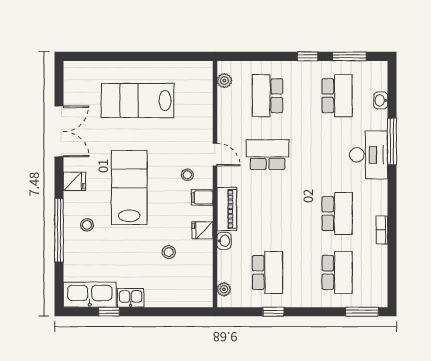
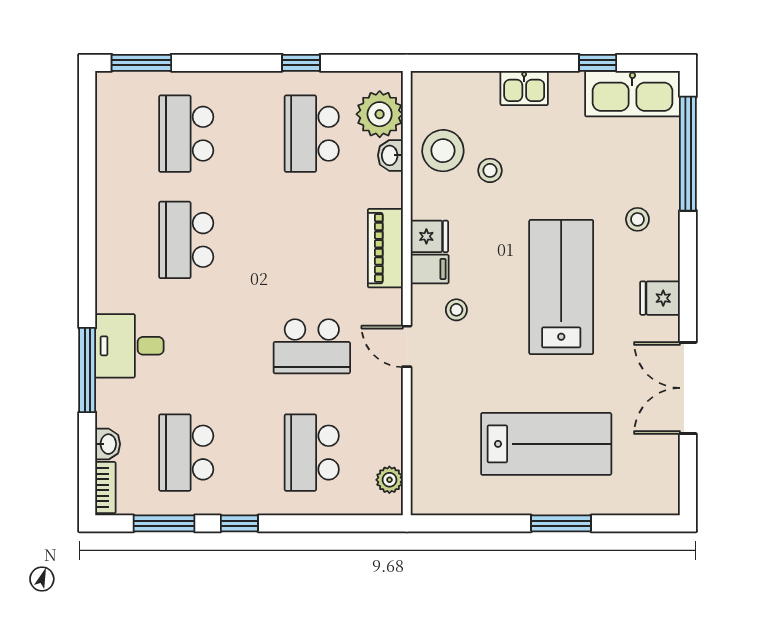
window: (129, 56) -> (561, 523), added
school desk: (267, 96) -> (312, 453), turned 180
desk: (369, 155) -> (129, 346), width x0.73
lab bench: (129, 187) -> (561, 287), turned 180
window: (59, 230) -> (688, 154), moved
fridge: (202, 230) -> (429, 236), moved
bookcase: (382, 230) -> (105, 488), moved
washbasin: (224, 241) -> (390, 155), moved
stool: (195, 263) -> (443, 151), added
plant: (224, 289) -> (380, 114), width x1.88, depth x1.88
kitchen sink: (131, 298) -> (524, 88), moved

